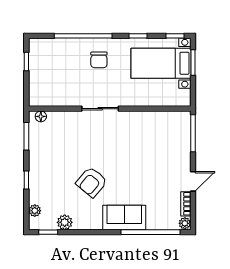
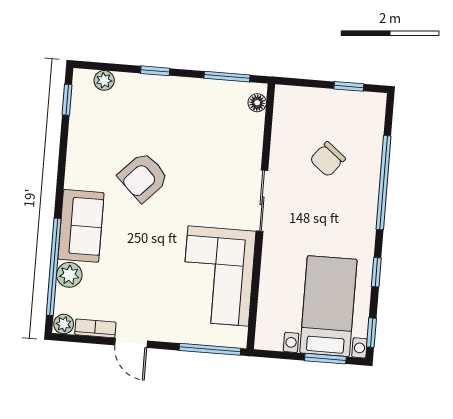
chair: (99, 60) -> (328, 159), moved, turned -51
corner sofa: (148, 132) -> (218, 276), added
armchair: (92, 182) -> (143, 177), turned -86
plant: (65, 222) -> (69, 275), moved

